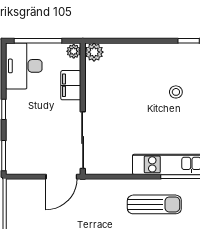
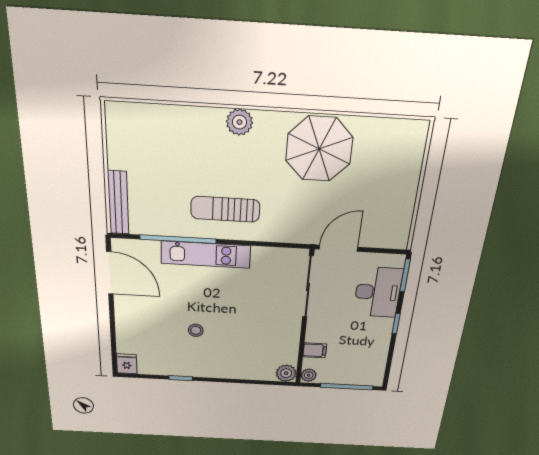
desk: (24, 66) -> (378, 292), moved
filing cabinet: (71, 85) -> (315, 350), width x0.50

